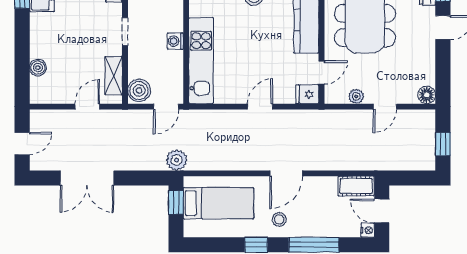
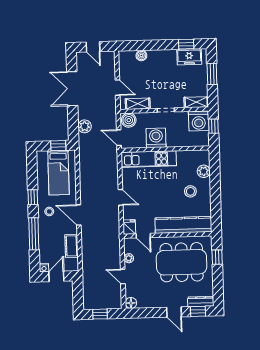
washing machine: (175, 41) -> (156, 138), width x1.89, depth x1.89
plant: (177, 160) -> (85, 126), moved
cot: (356, 186) -> (71, 246), moved

